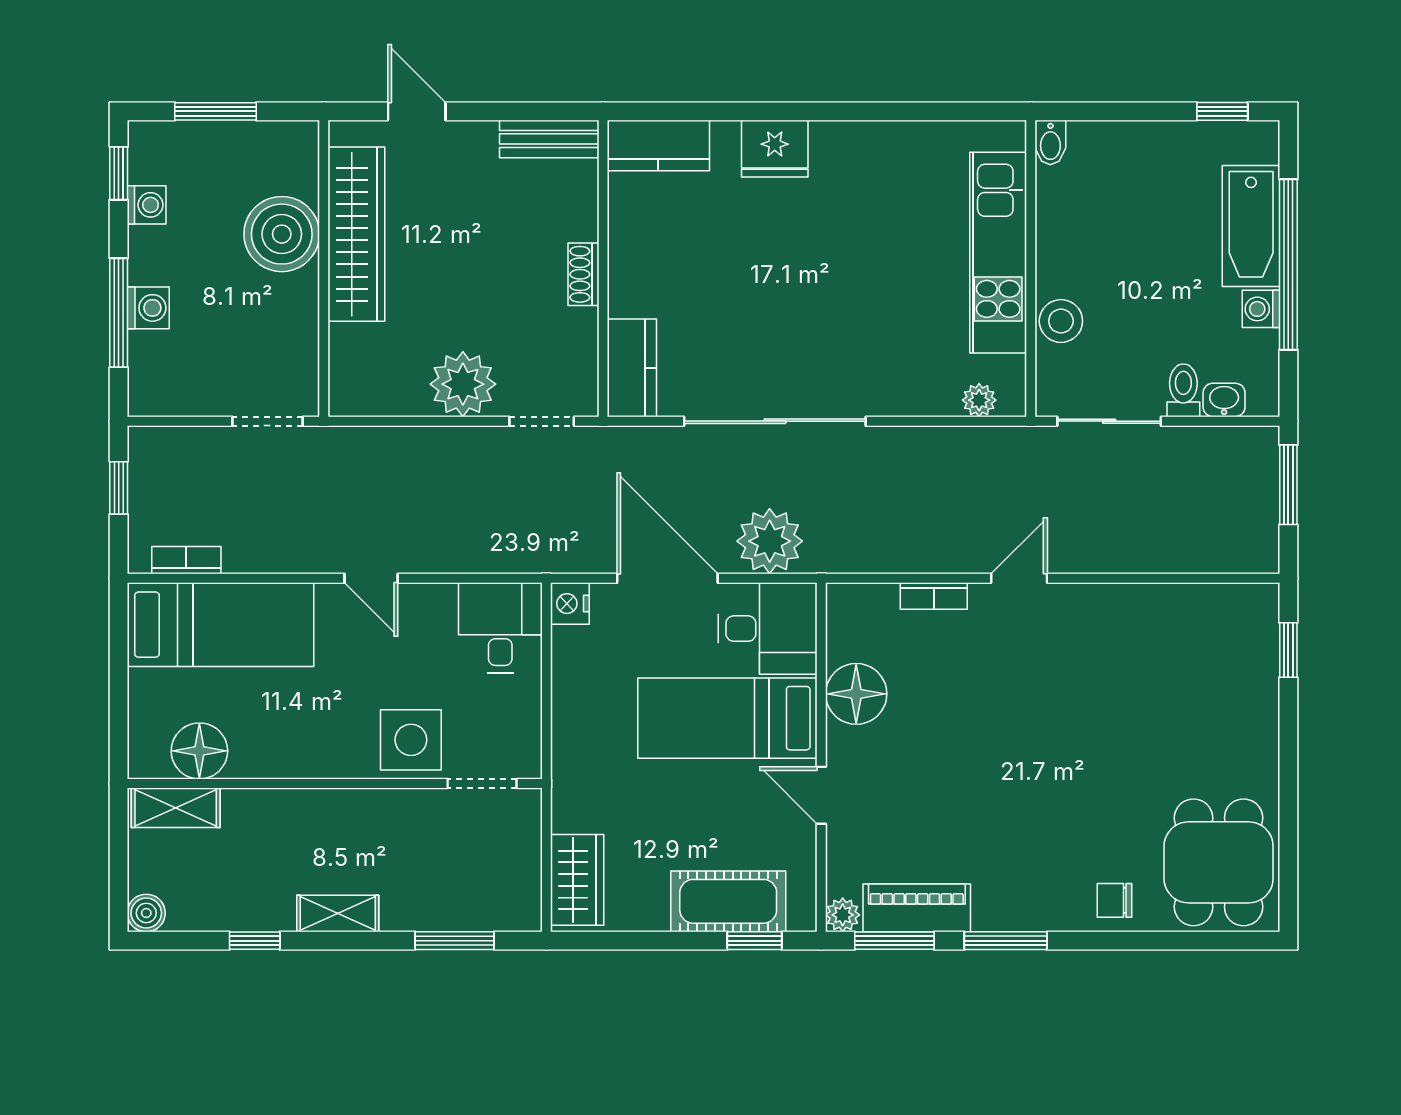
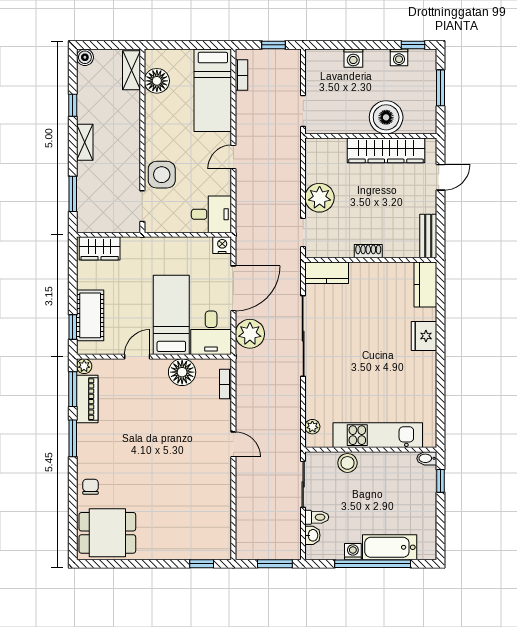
window: (1222, 111) -> (441, 481), moved
window: (119, 313) -> (351, 45), removed
bookcase: (934, 596) -> (226, 384), moved

